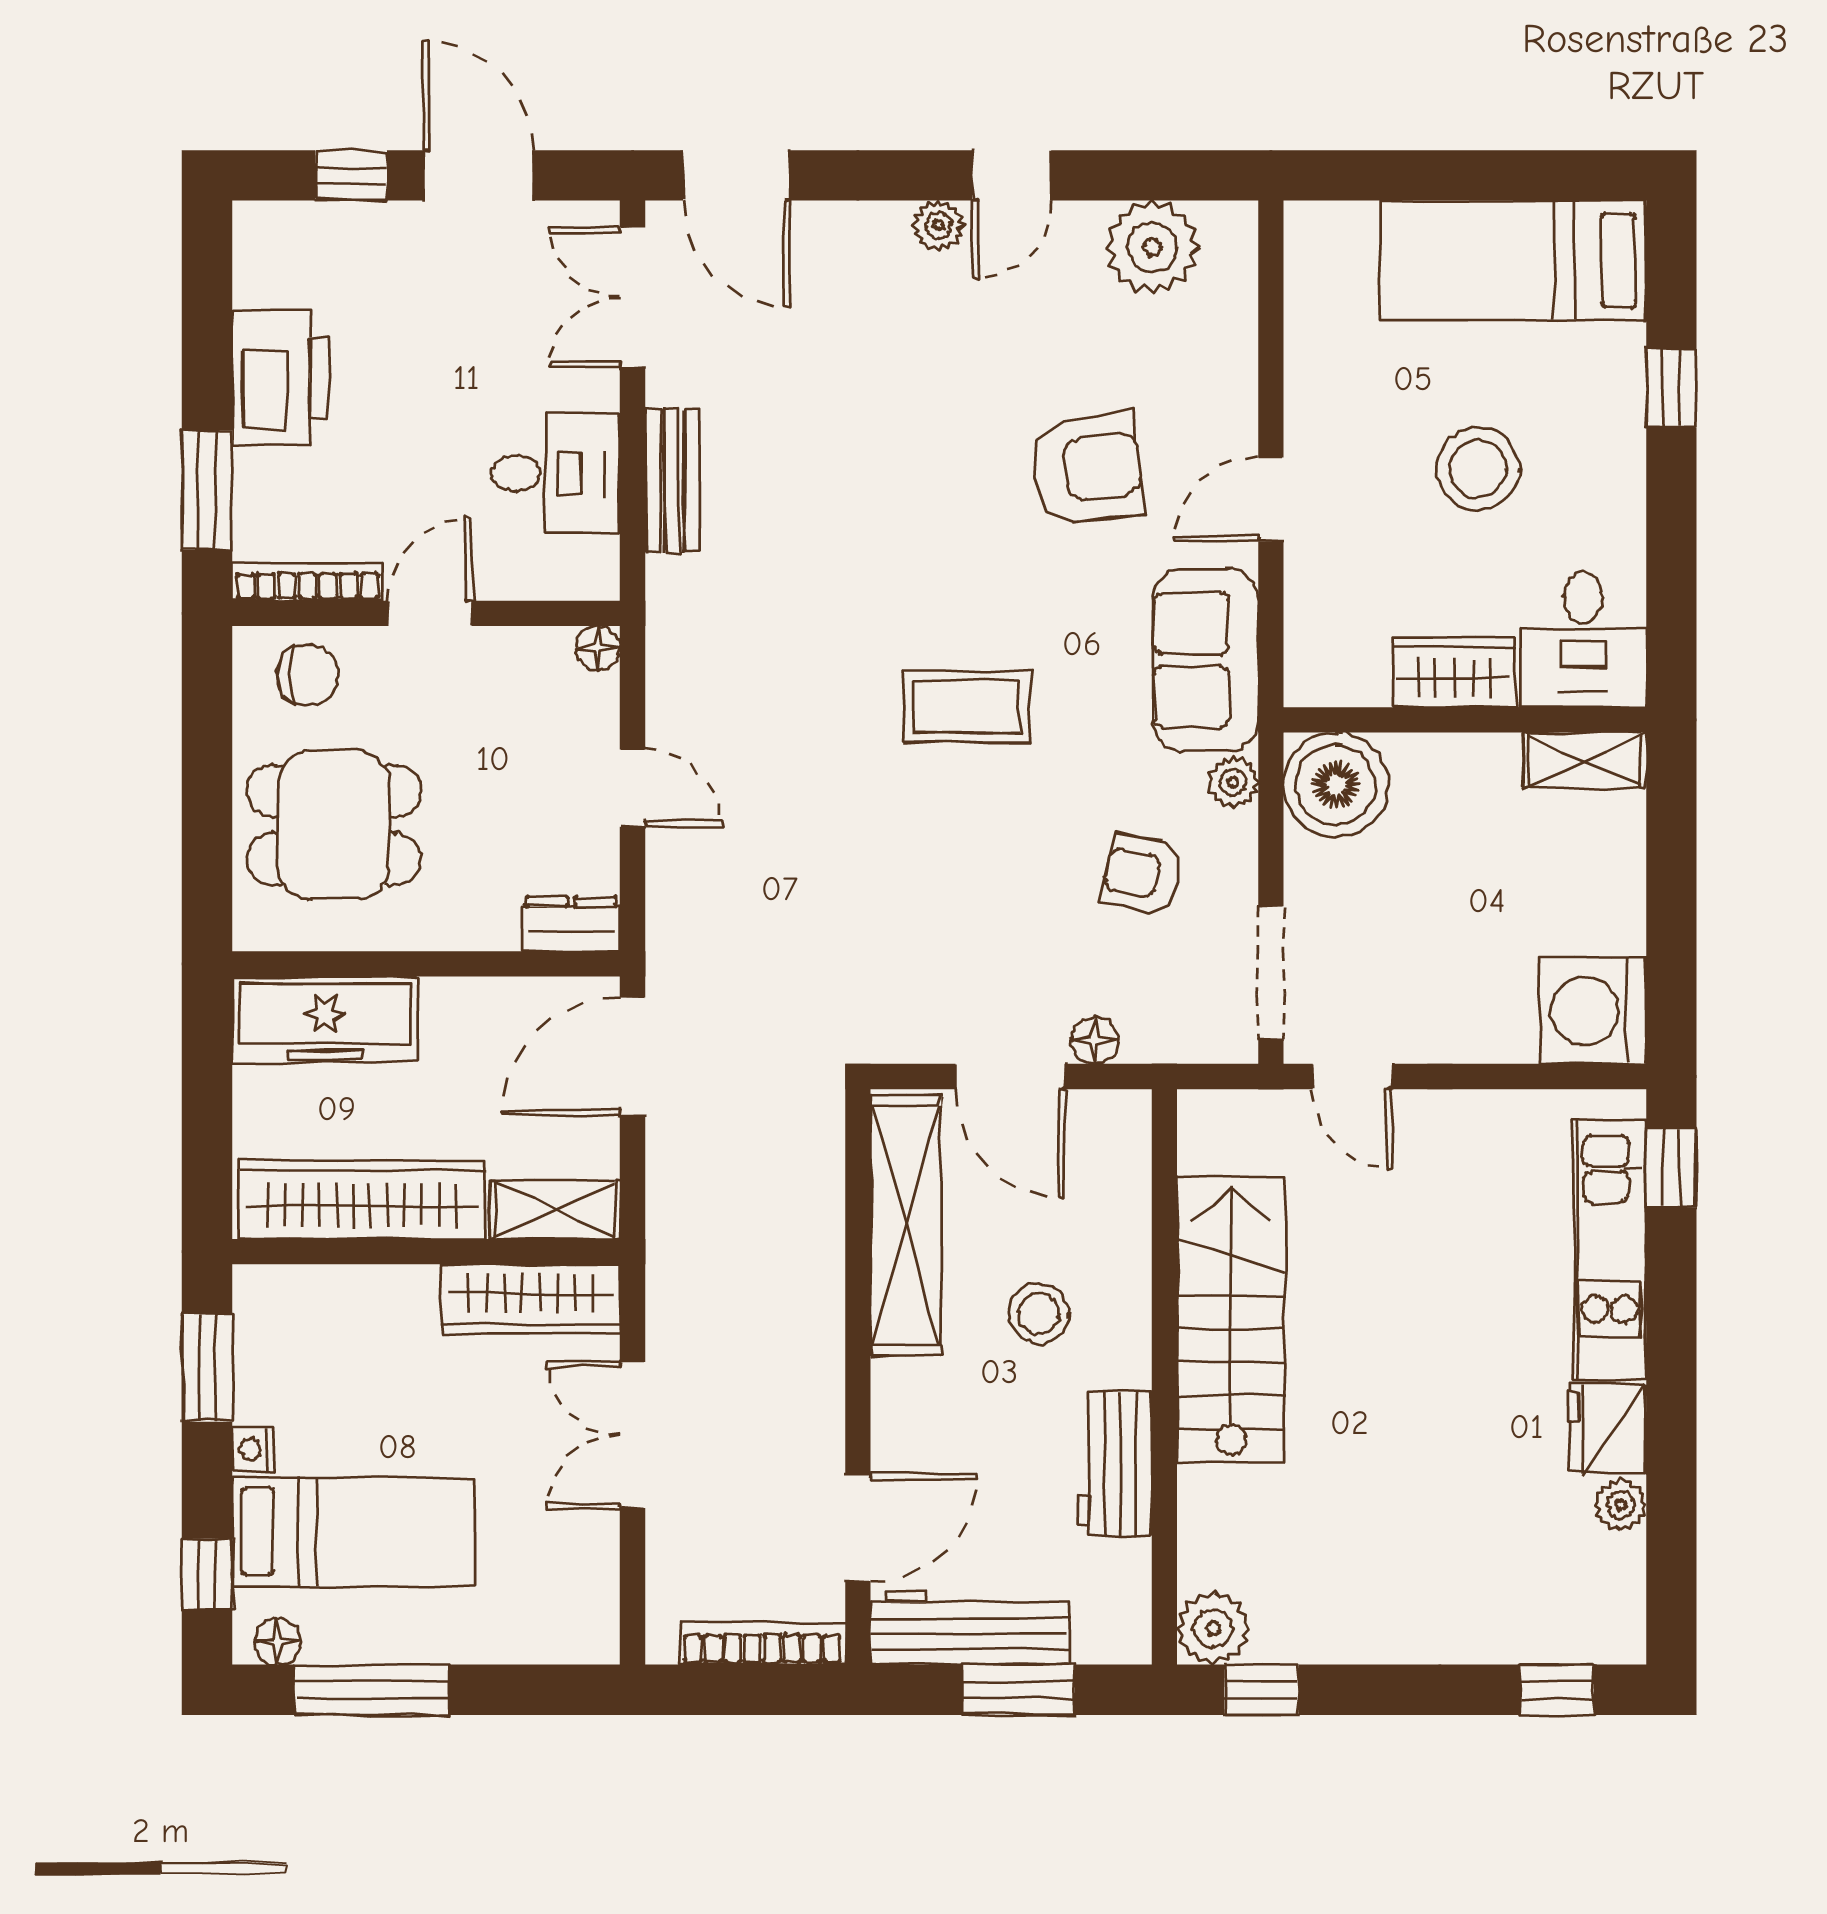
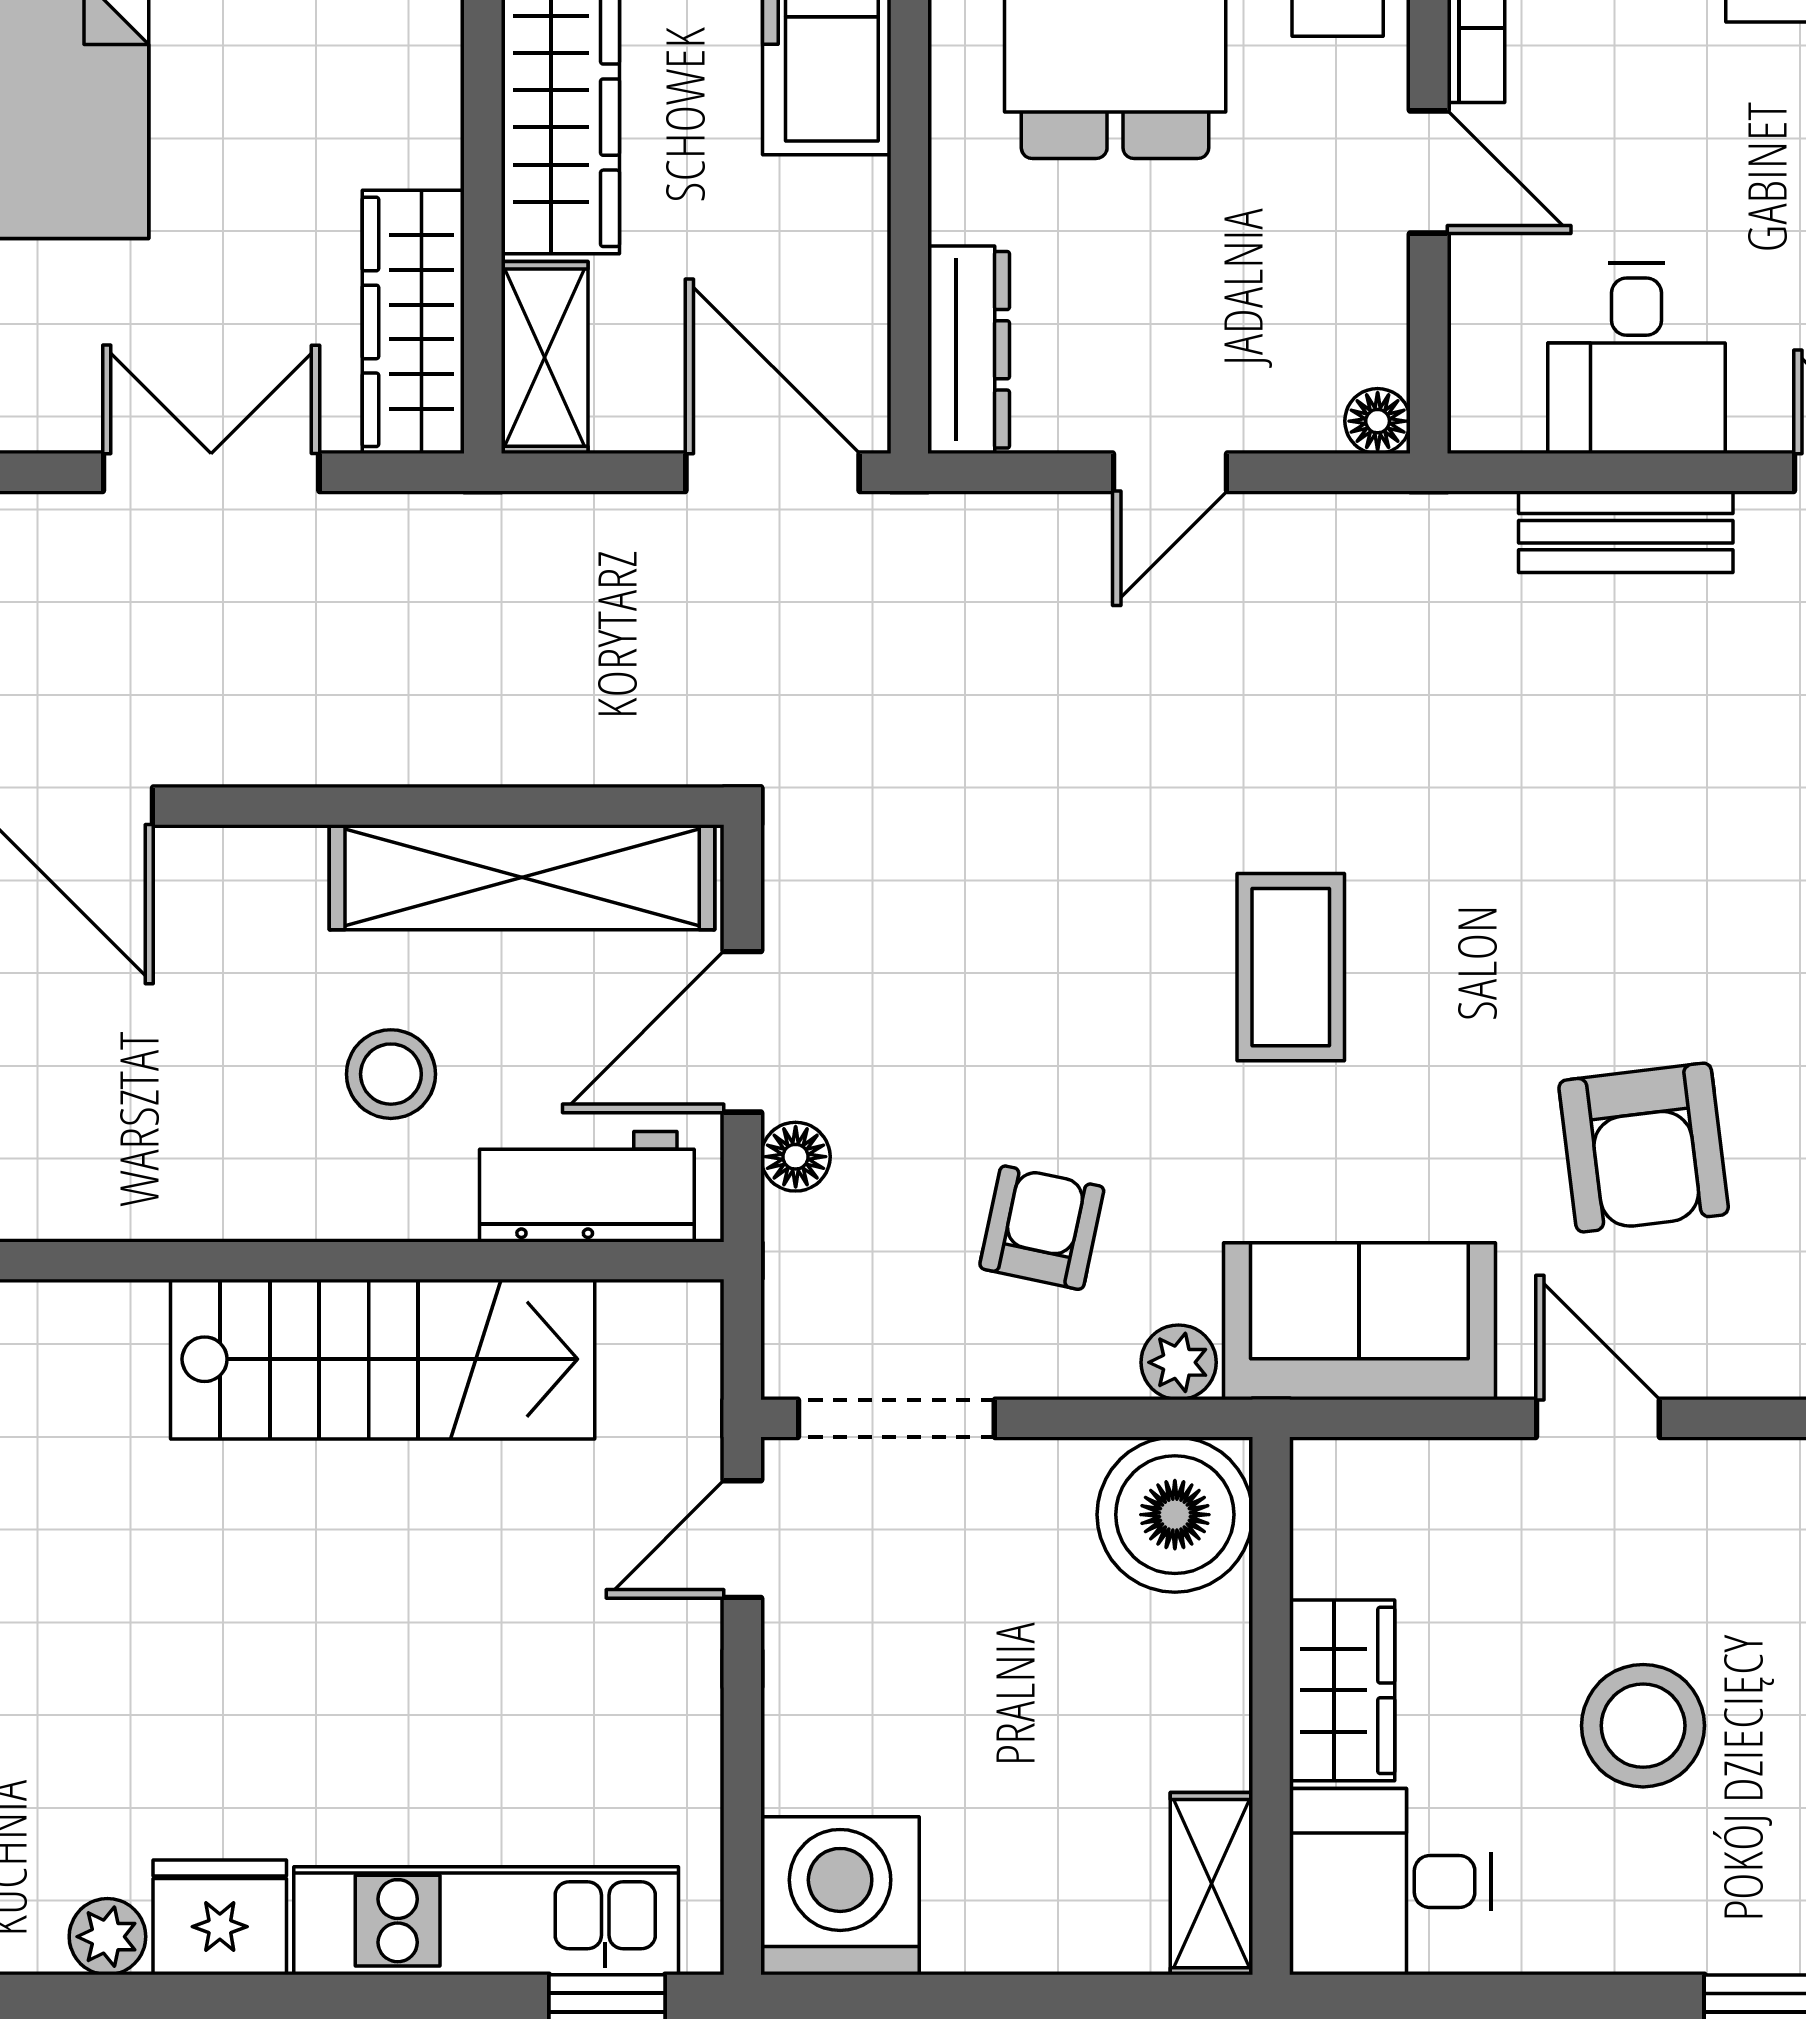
dresser: (571, 924) -> (969, 350), width x1.44
workbench: (1115, 1463) -> (587, 1187), moved

